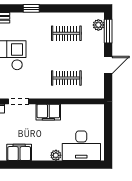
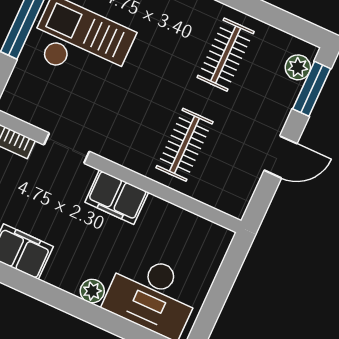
clothes rail: (66, 33) -> (226, 55), turned 90
clothes rail: (66, 78) -> (184, 145), turned 90

